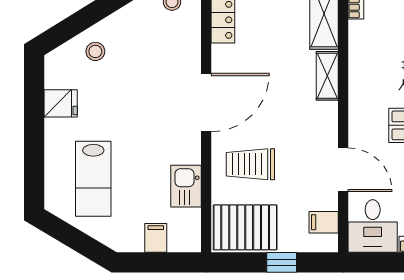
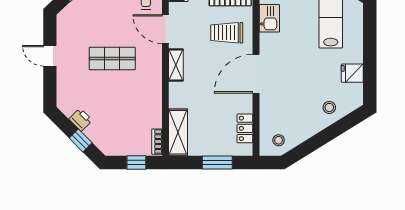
shelving: (327, 76) -> (176, 65), moved
trolley: (250, 164) -> (227, 33), turned 180

